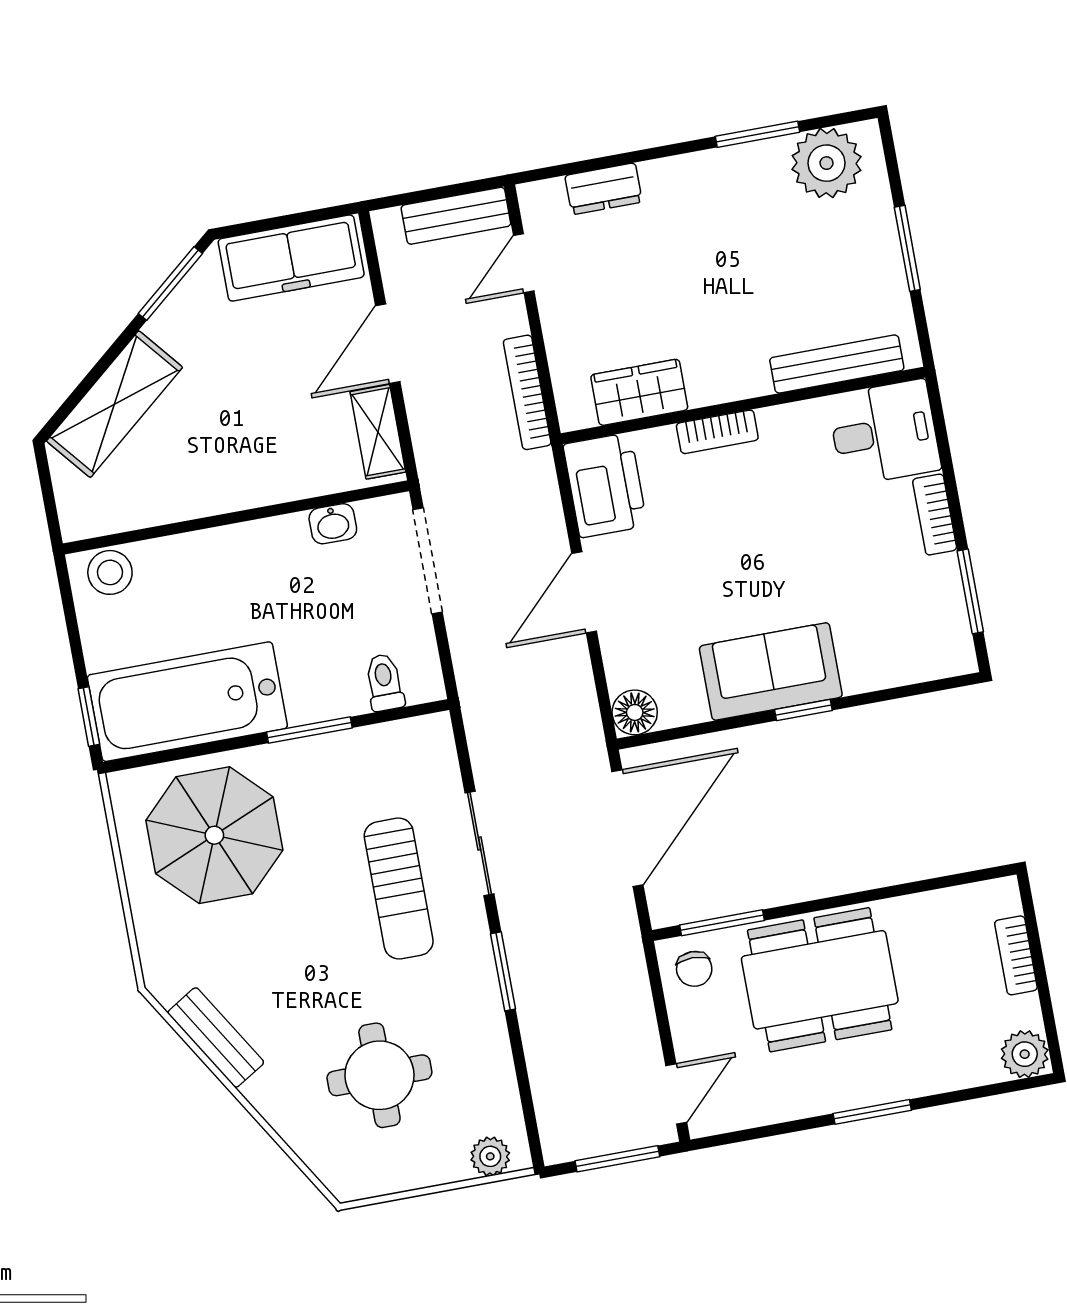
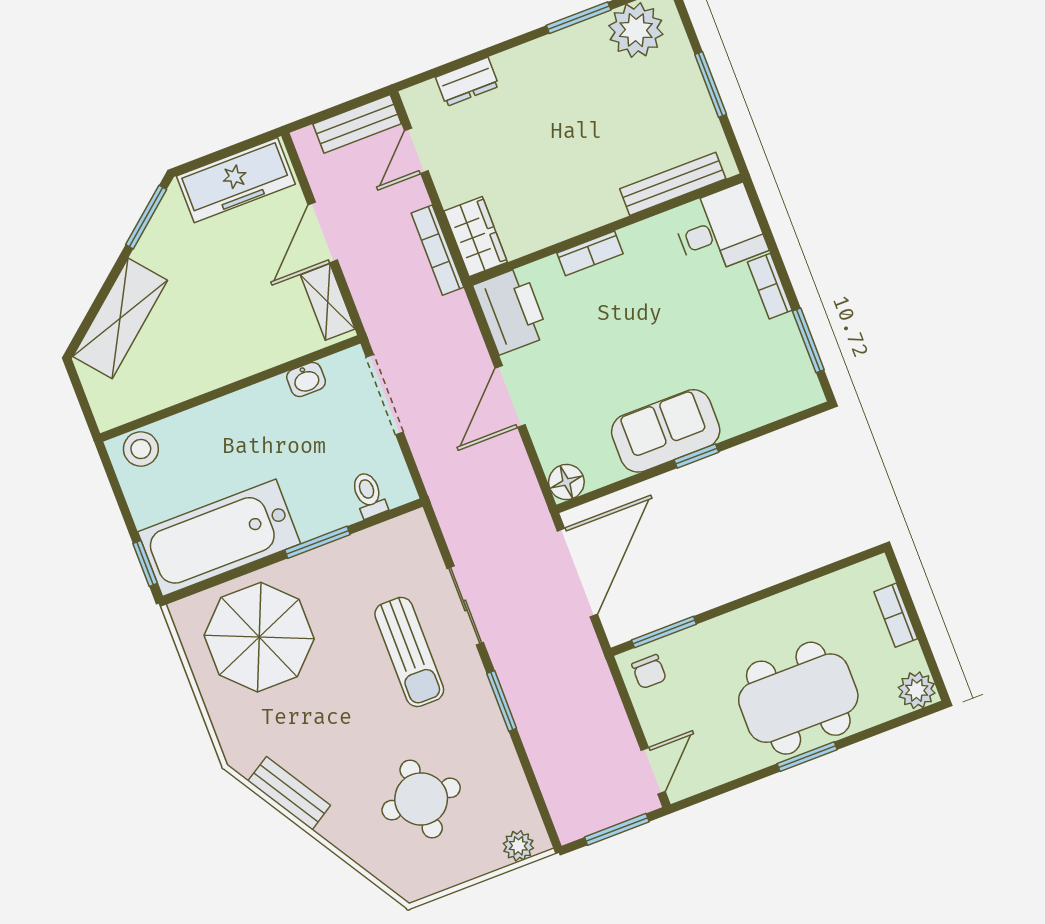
wardrobe: (639, 392) -> (476, 237), moved, turned 90
dining table: (820, 980) -> (798, 698), moved

